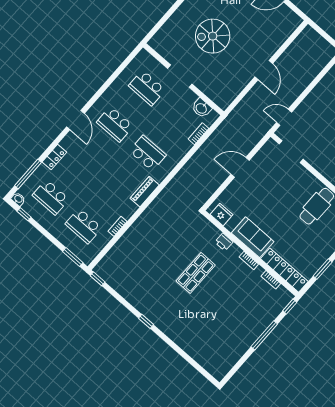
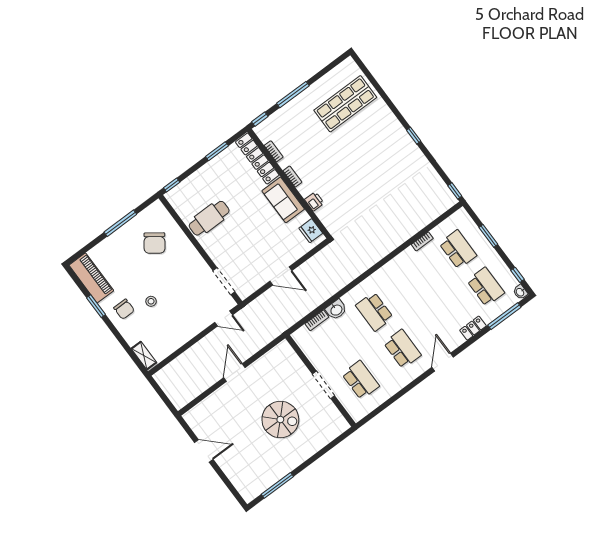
washbasin: (202, 108) -> (336, 310), moved, turned 90
piano: (145, 192) -> (386, 272), removed
window: (73, 257) -> (488, 236), moved
shop shelf: (196, 273) -> (345, 104), moved, width x1.43, depth x1.36

